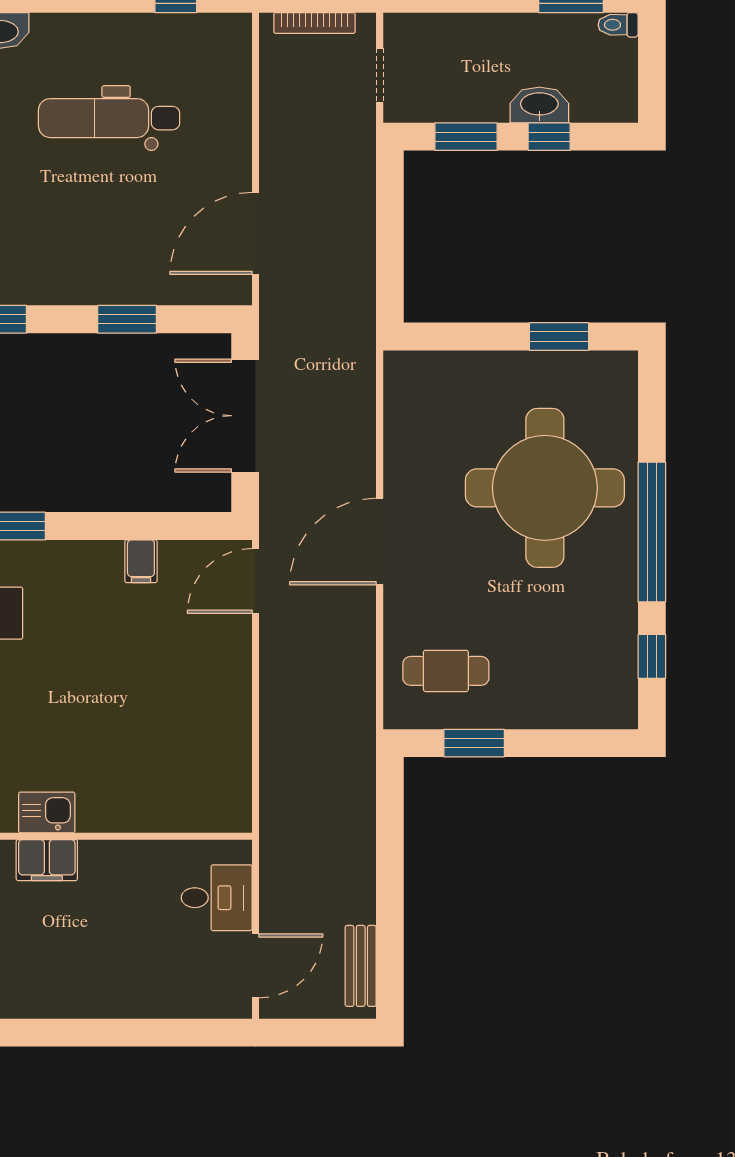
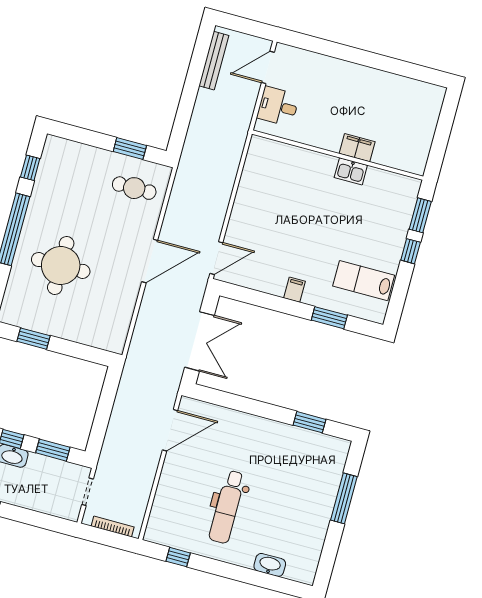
dental chair: (109, 118) -> (227, 507), turned 90
window: (127, 319) -> (245, 405), removed
round table: (545, 488) -> (61, 265), width x0.73, depth x0.73
filing cabinet: (141, 561) -> (294, 290), moved
bench: (361, 966) -> (214, 61), width x1.36

